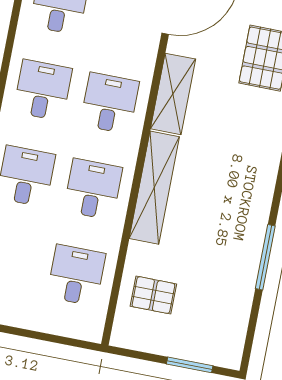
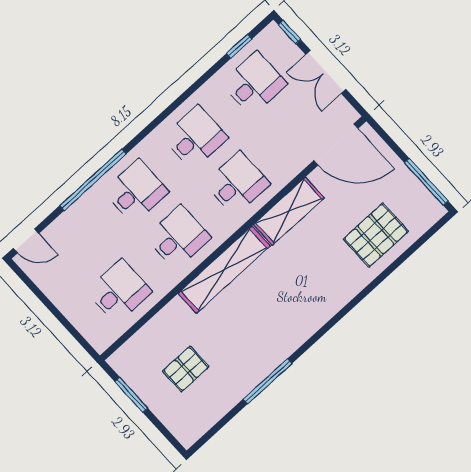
pallet: (153, 295) -> (186, 369), moved, turned 90
window: (190, 365) -> (131, 395), moved

